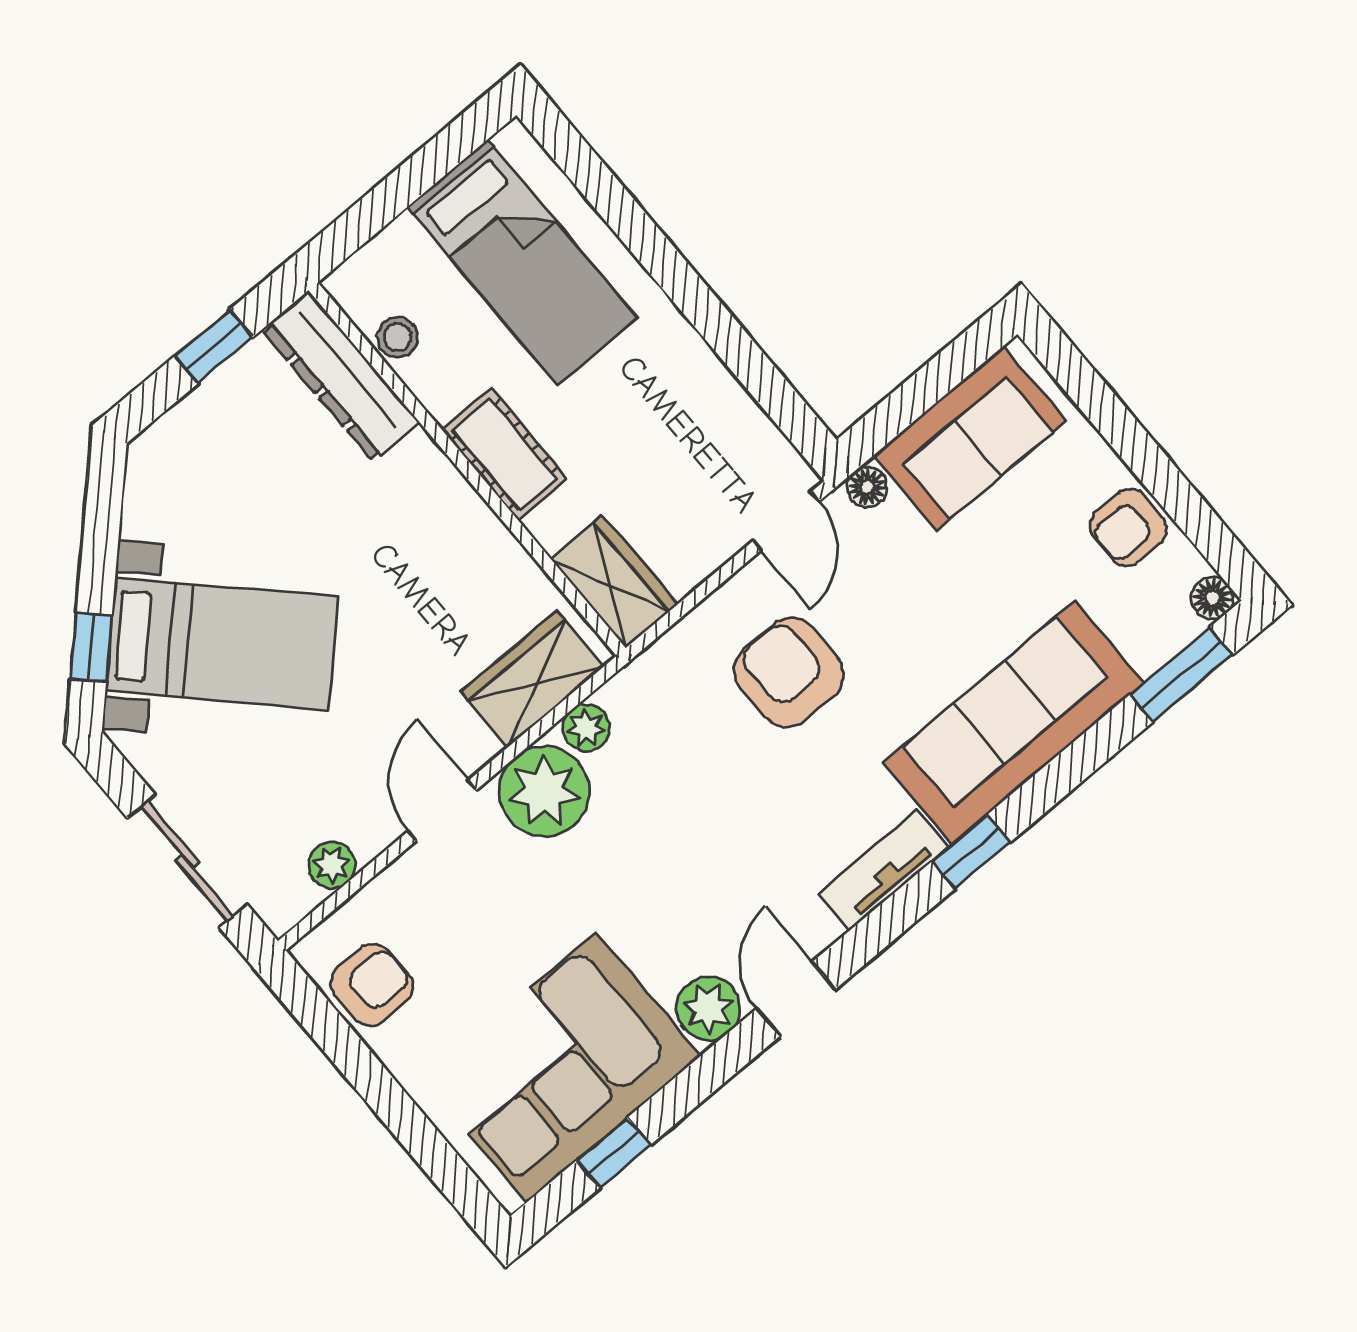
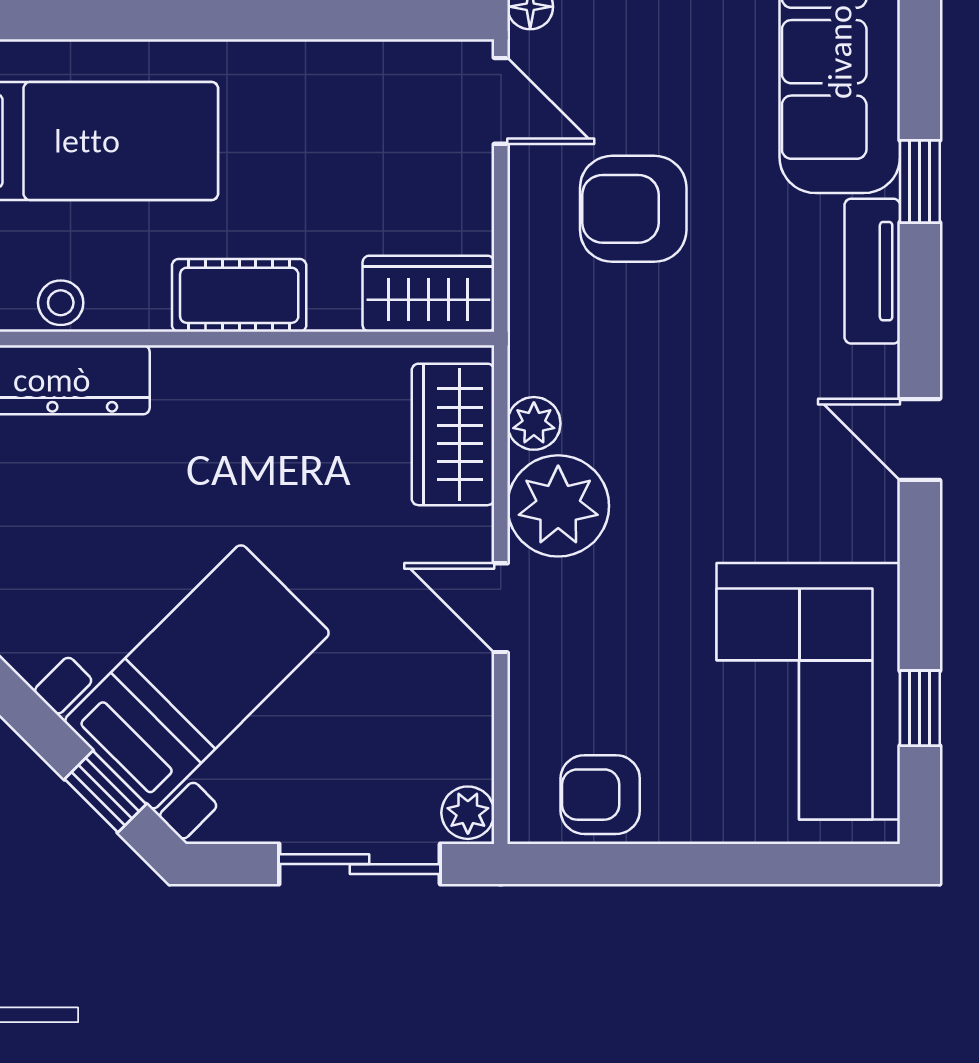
plant: (332, 865) -> (468, 813), moved
armchair: (372, 985) -> (600, 795), turned -90
plant: (708, 1008) -> (864, 522), removed

